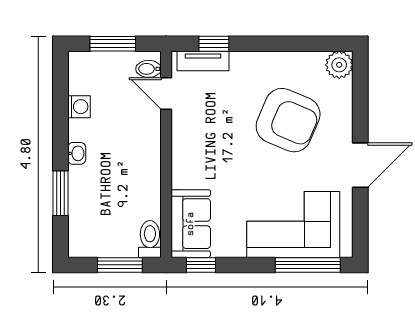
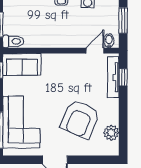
tv unit: (203, 61) -> (113, 77), width x1.41
plant: (339, 65) -> (111, 133), moved

